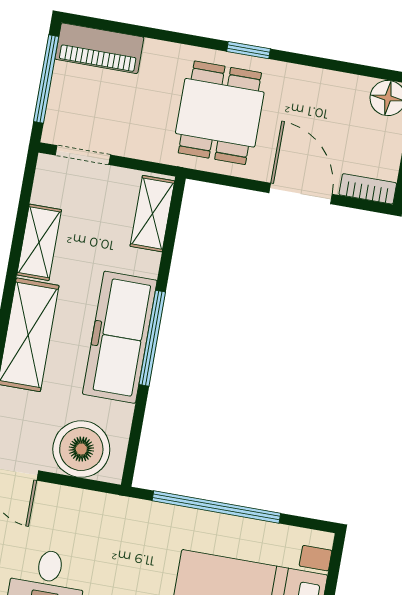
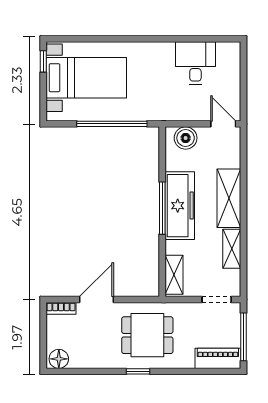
dining table: (220, 113) -> (147, 335), turned 90
door: (301, 193) -> (96, 300), swing flipped
boiler: (81, 449) -> (186, 138), width x0.73, depth x0.73

